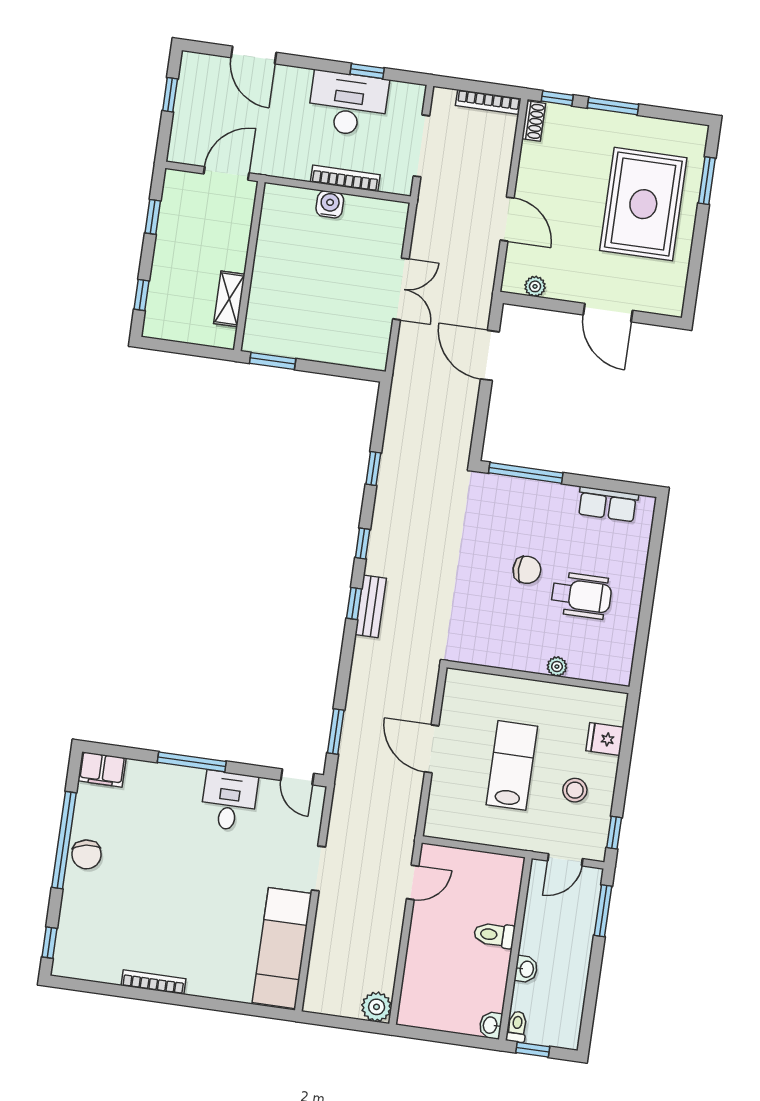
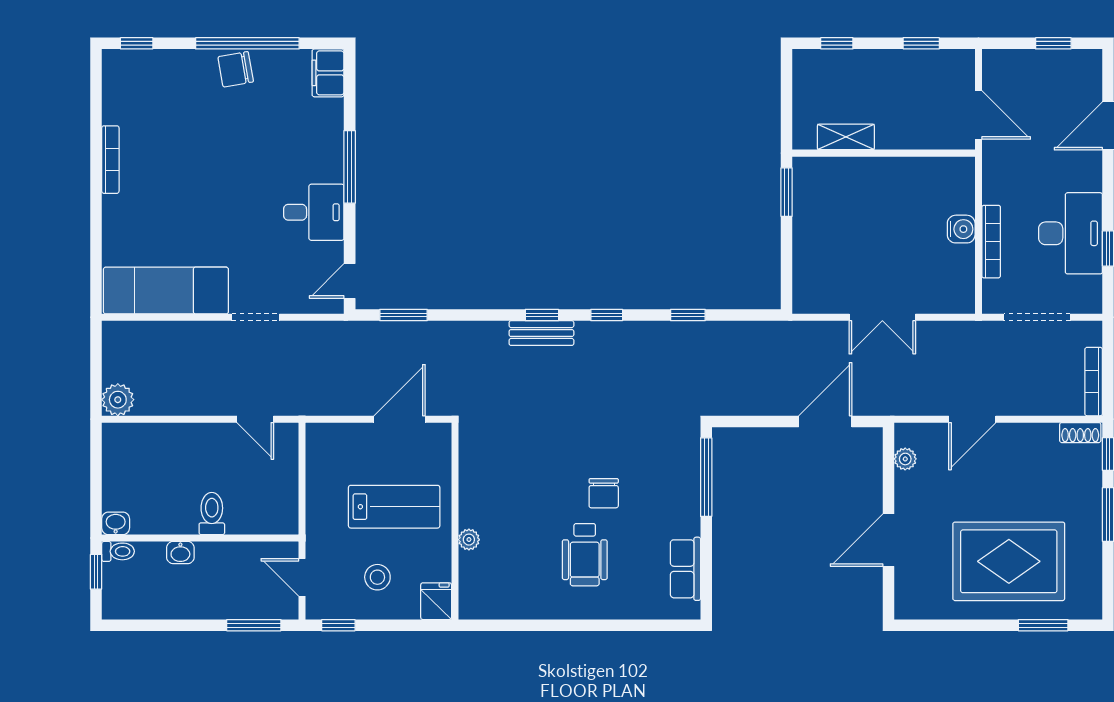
plant: (557, 667) -> (469, 540), moved
wall: (538, 677) -> (455, 521), moved

